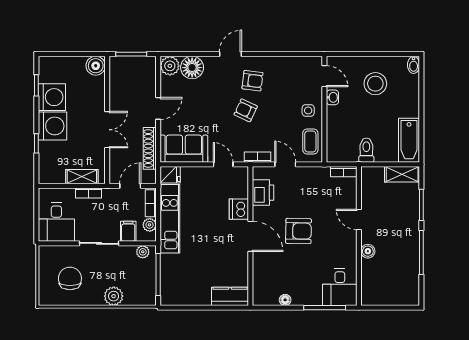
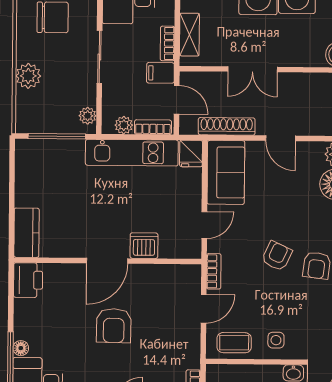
printer: (263, 193) -> (28, 280), moved, turned -90
filing cabinet: (128, 231) -> (160, 73), moved, turned 180
floor lamp: (285, 300) -> (21, 348), moved

